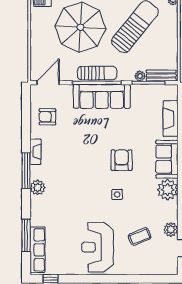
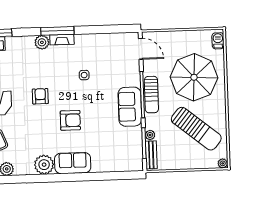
sofa: (102, 96) -> (130, 107), width x0.73
armchair: (47, 117) -> (40, 96), moved
fireplace: (171, 118) -> (111, 165), removed
fireplace: (35, 152) -> (62, 40), moved
side table: (117, 194) -> (84, 75), moved

